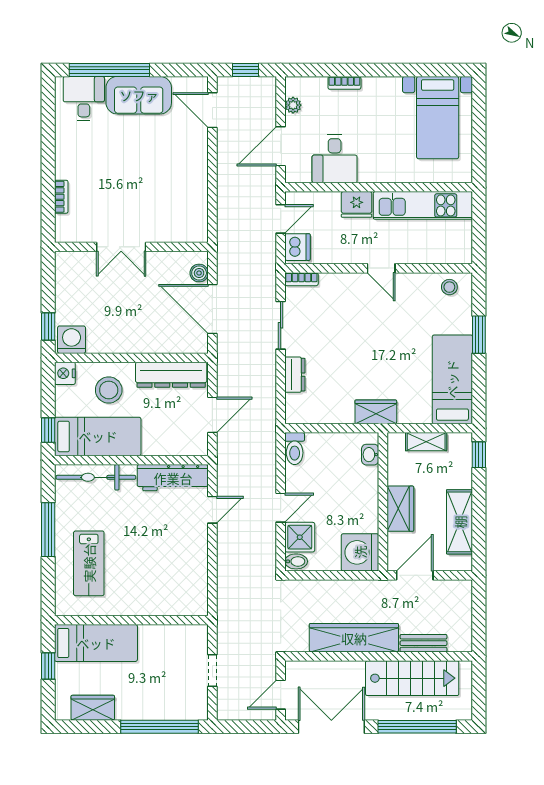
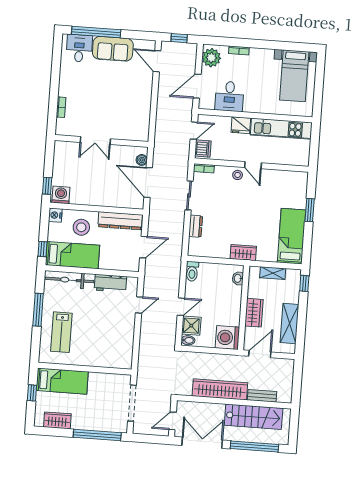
plant: (293, 105) -> (211, 58), width x1.88, depth x1.88
stool: (449, 287) -> (238, 175), moved
workbench: (173, 478) -> (110, 283), width x0.73
doorway: (212, 671) -> (132, 403), width x1.87

